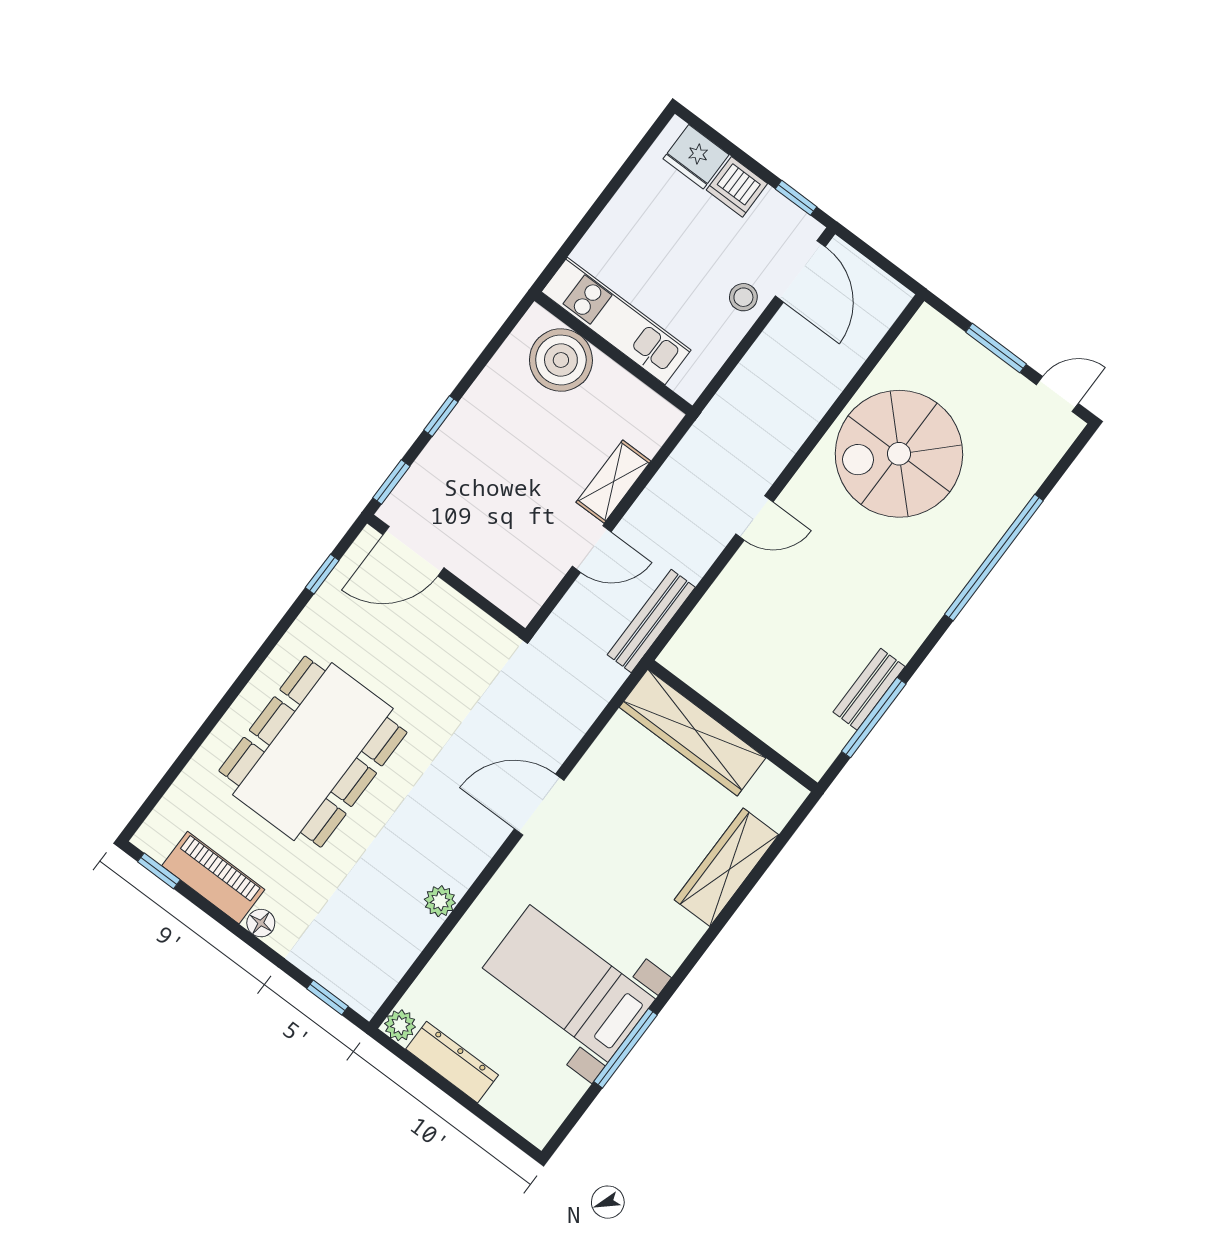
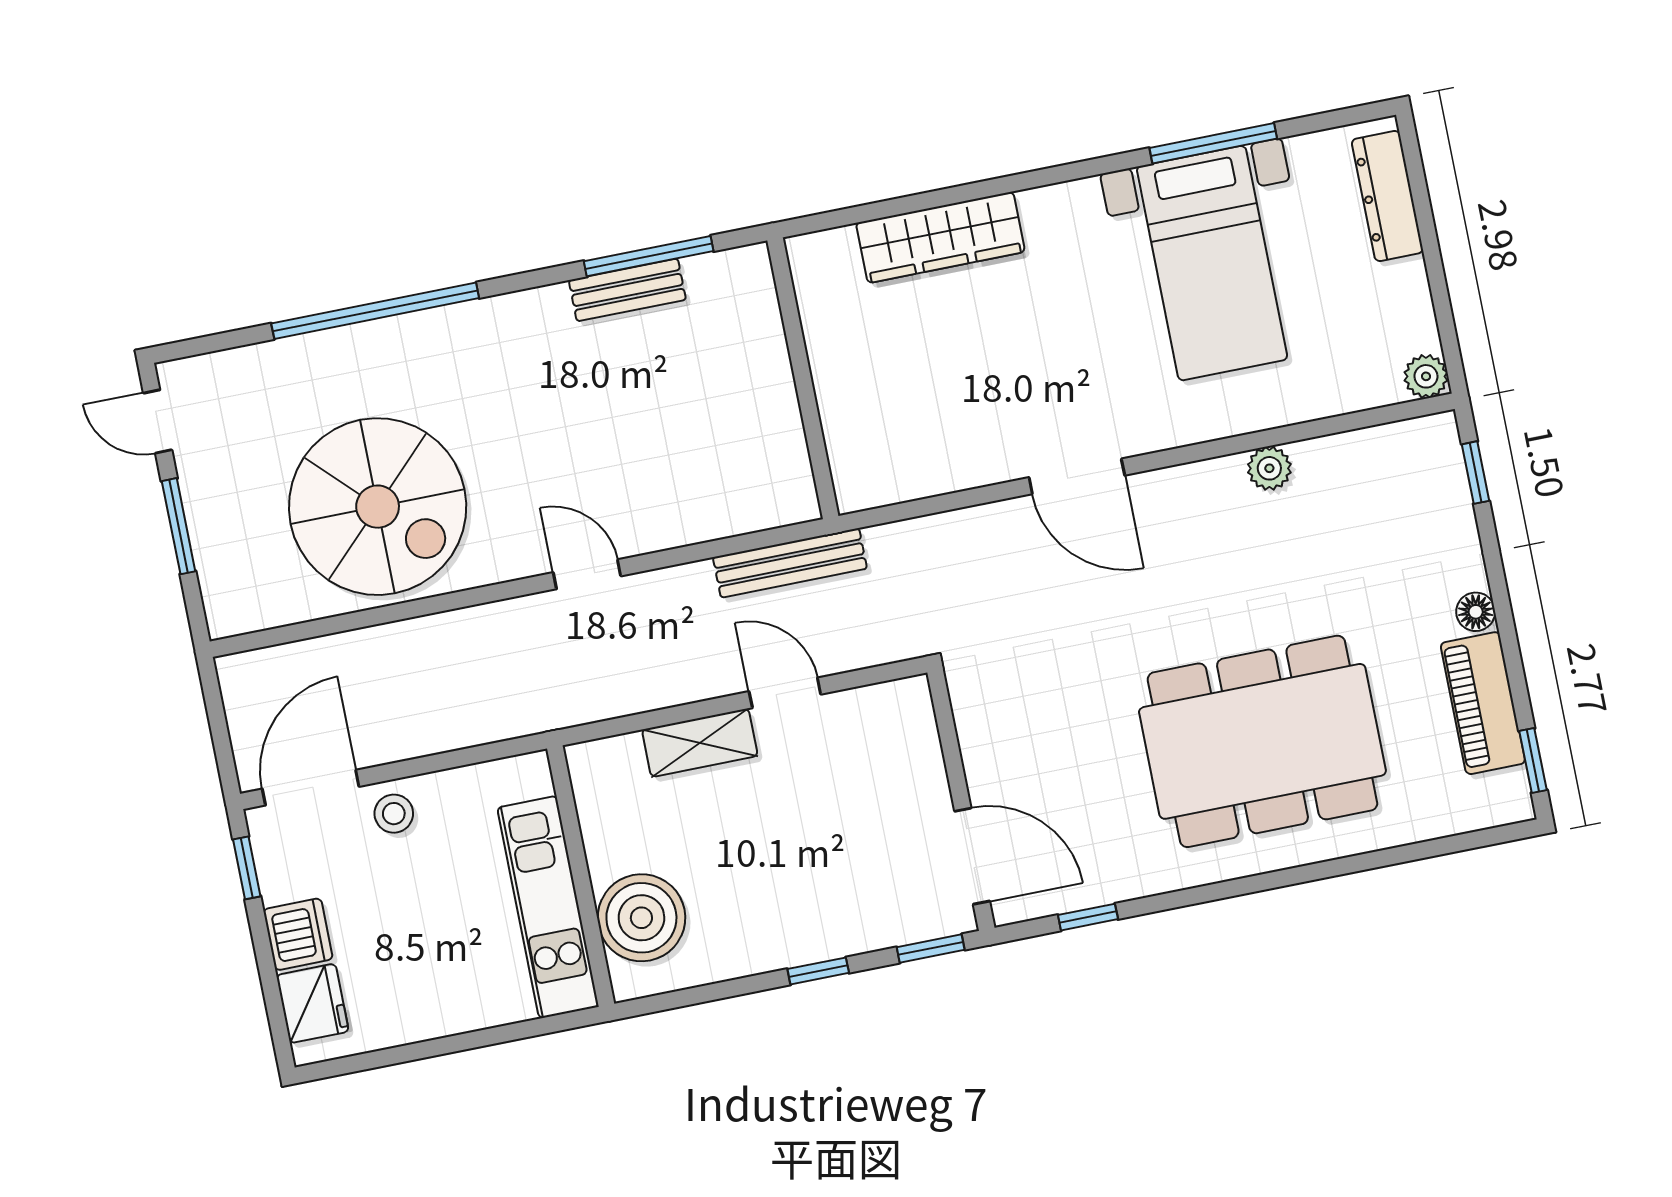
wardrobe: (692, 733) -> (851, 409), removed
dresser: (452, 1062) -> (1387, 196), moved

